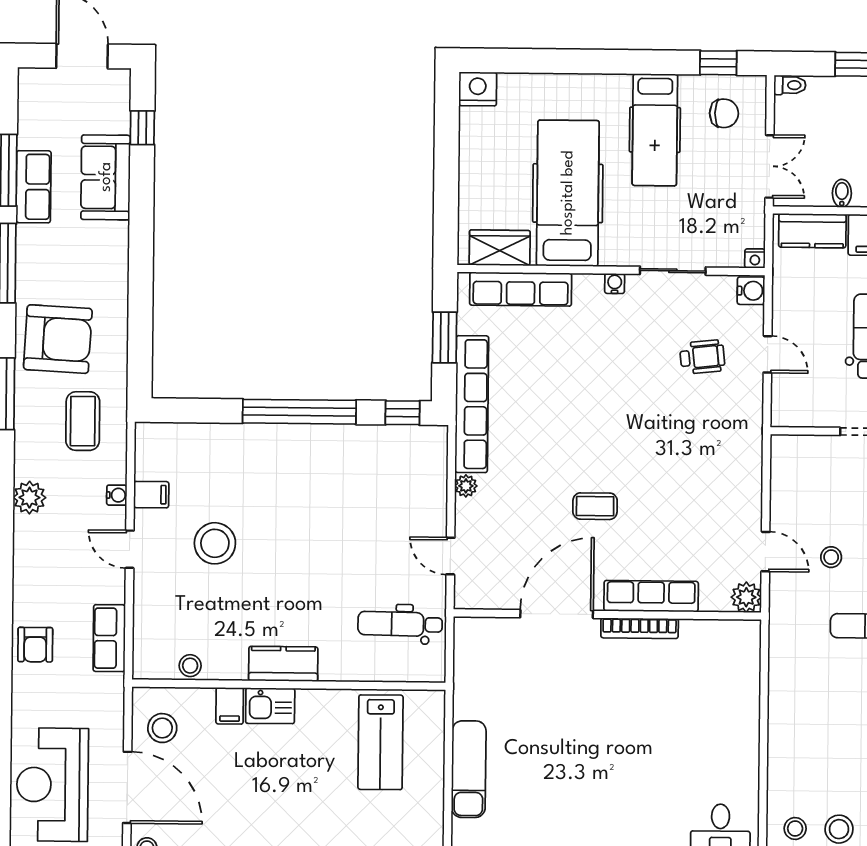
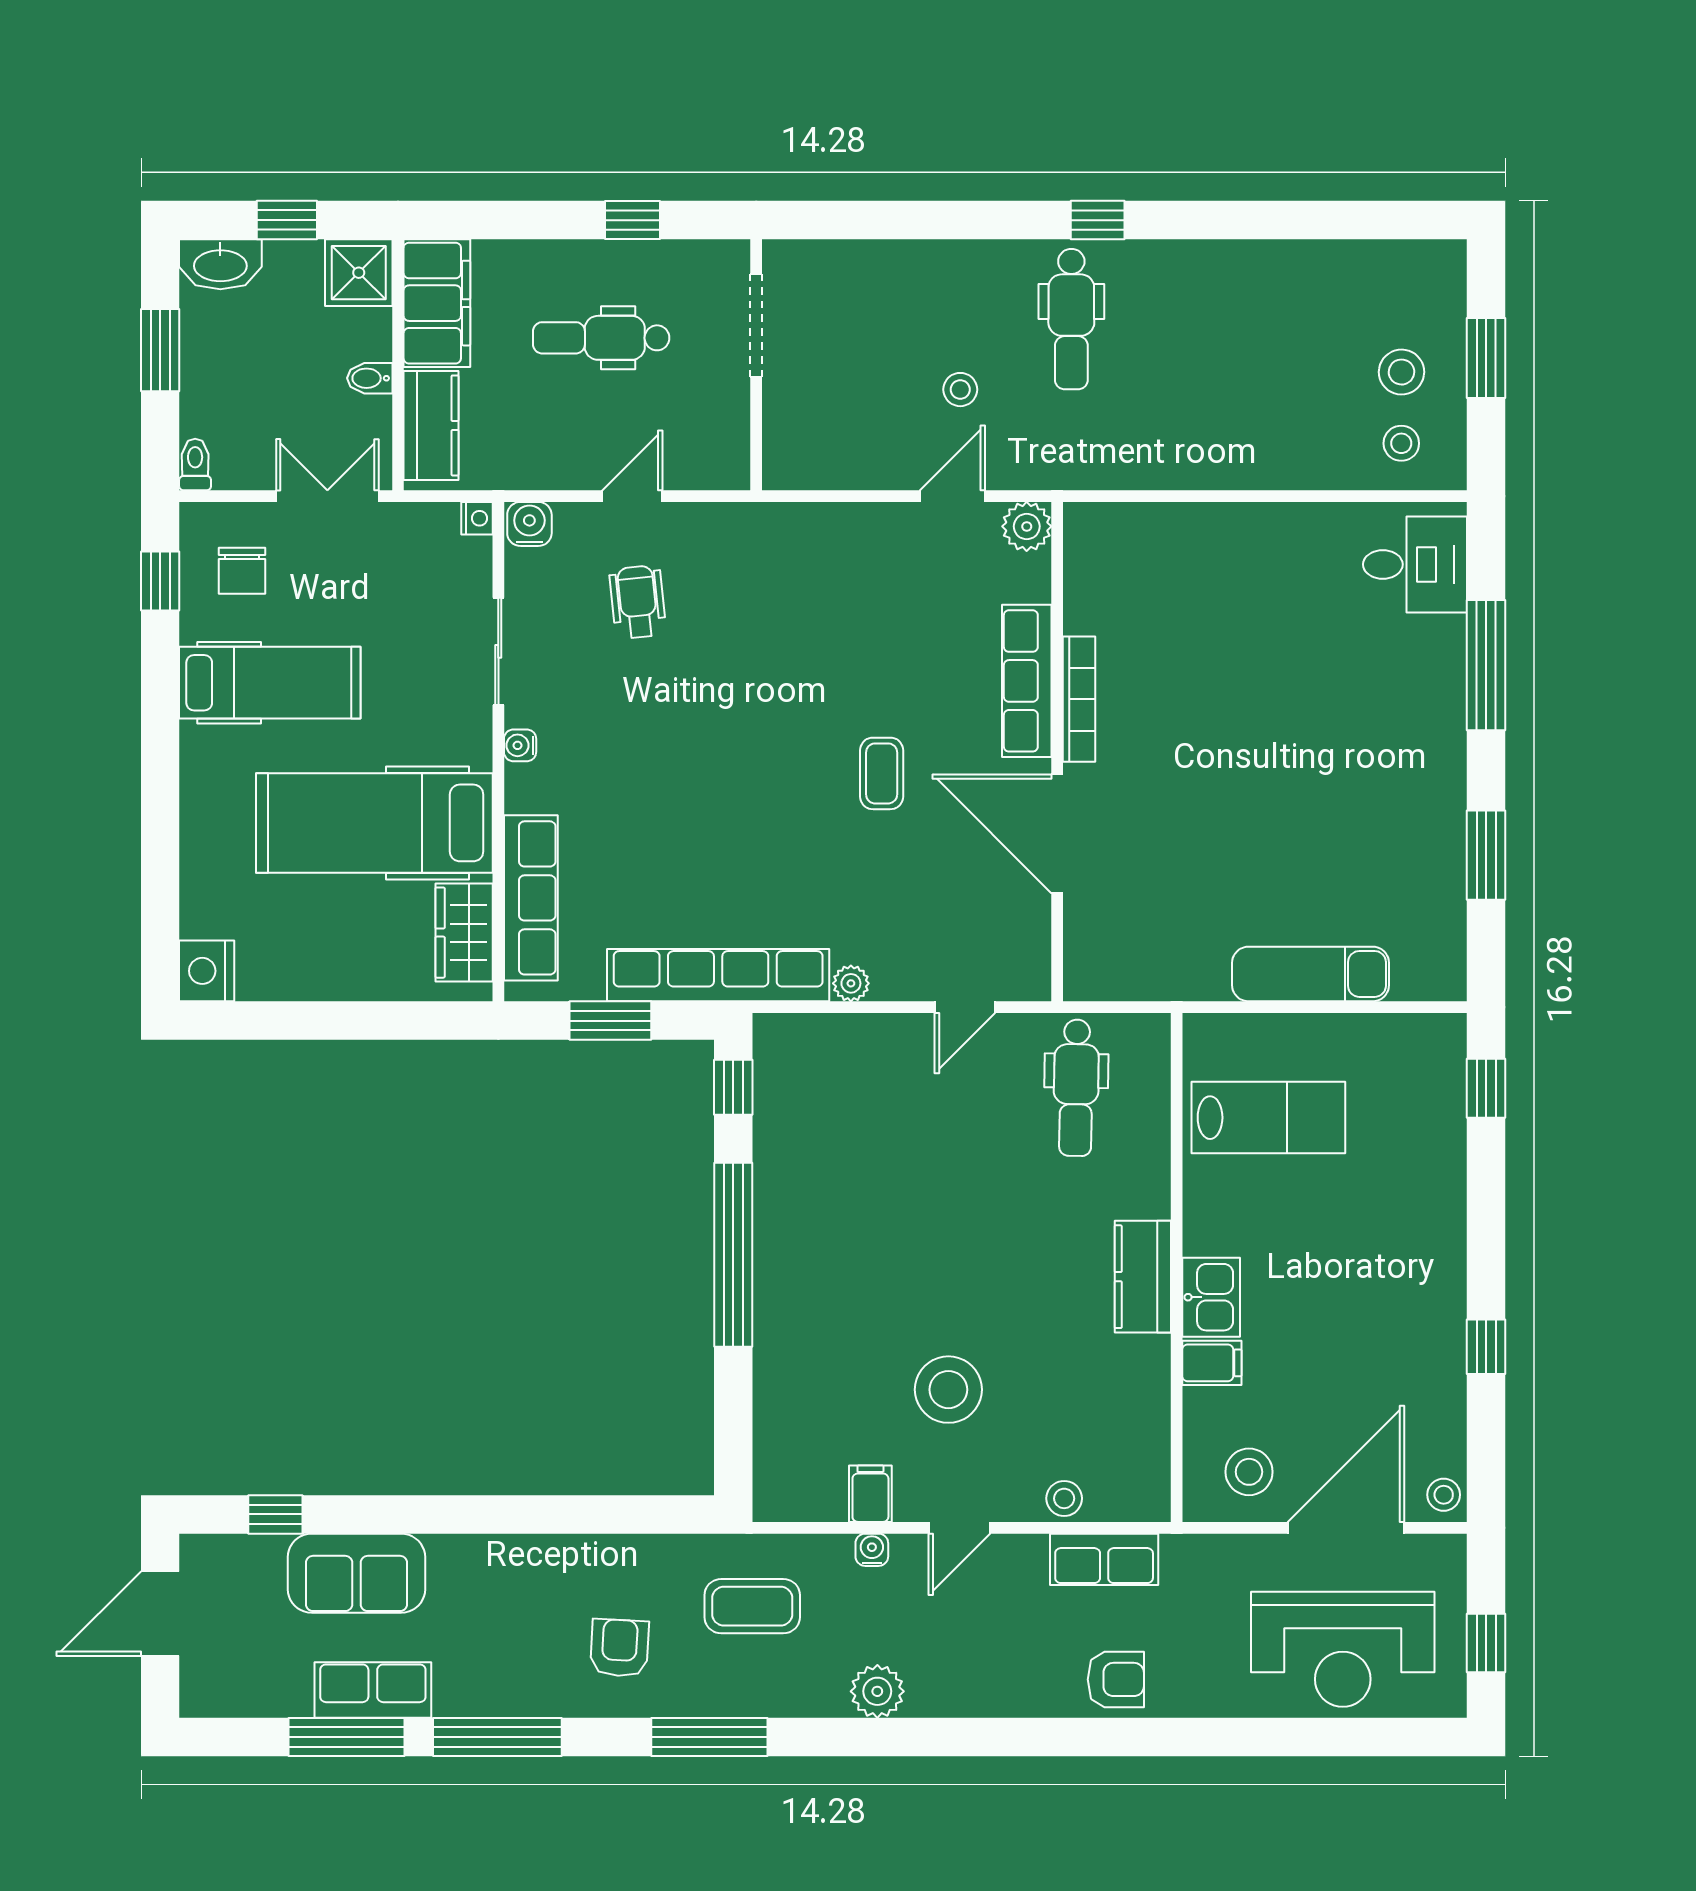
chair: (724, 113) -> (242, 571), turned 180
armchair: (58, 339) -> (620, 1648), width x0.53, depth x0.53
stool: (190, 666) -> (1064, 1498), moved

